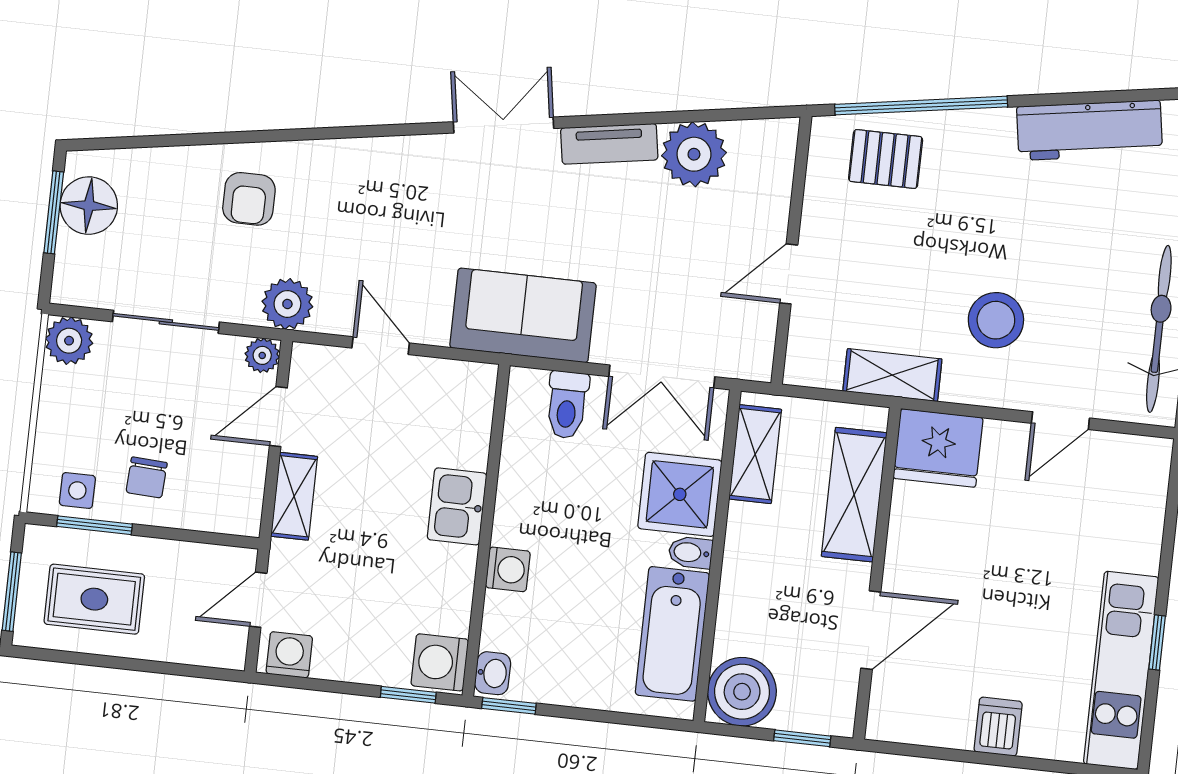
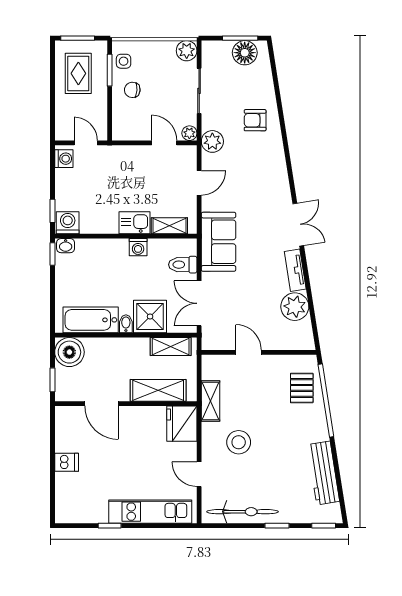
shelving: (294, 496) -> (169, 226), moved
washing machine: (508, 569) -> (138, 247), moved
kitchen unit: (1121, 670) -> (150, 512), moved

